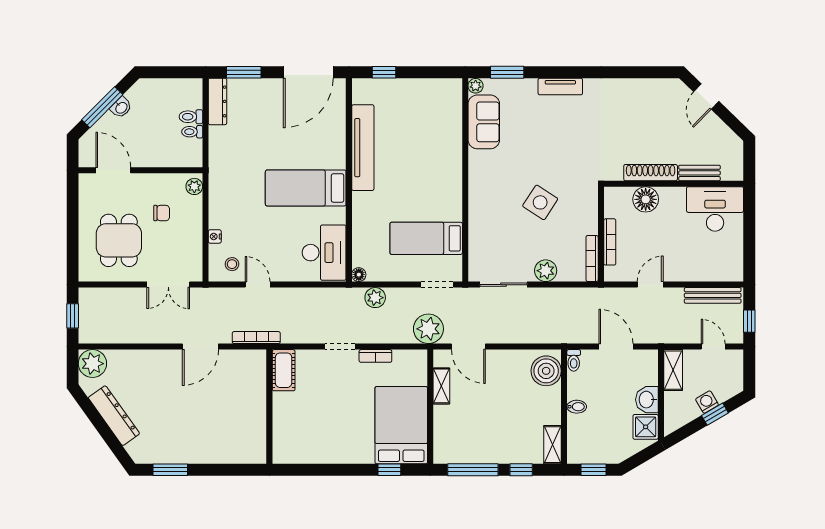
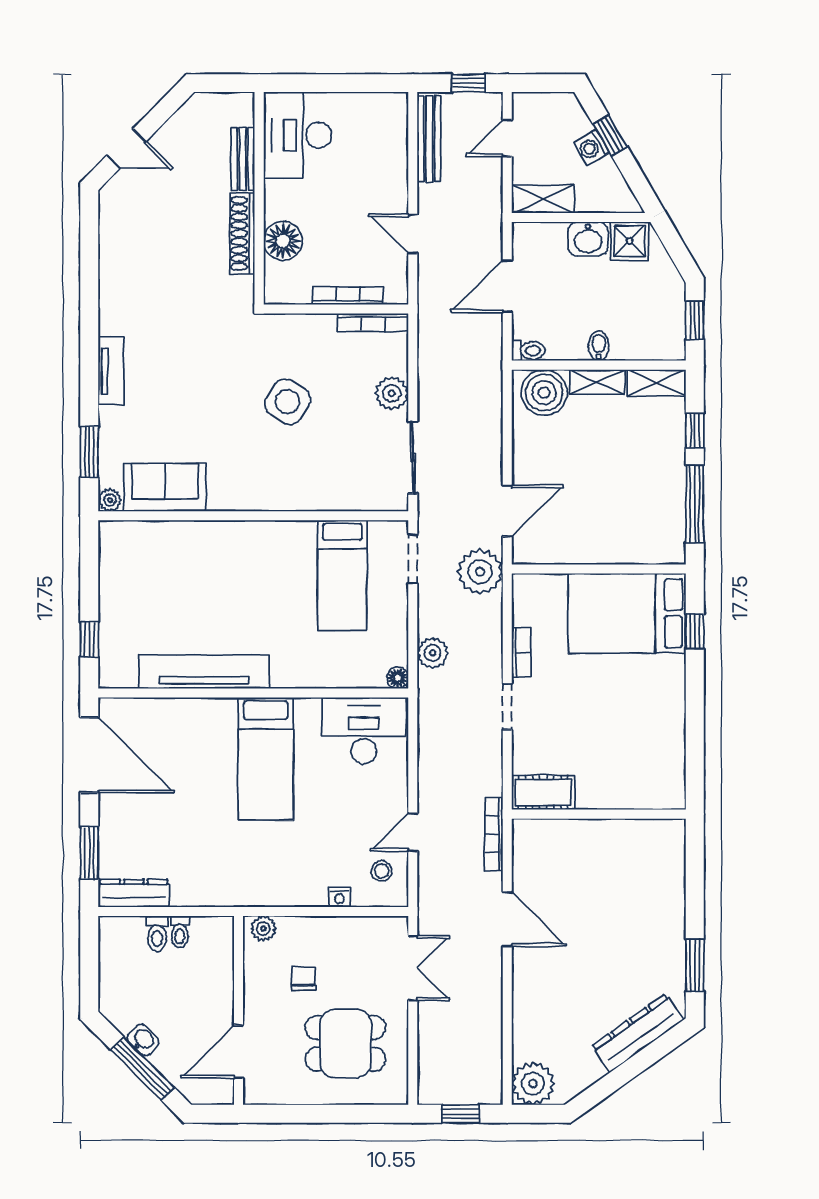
shelving: (441, 386) -> (597, 382), moved
dresser: (114, 416) -> (638, 1033), moved

